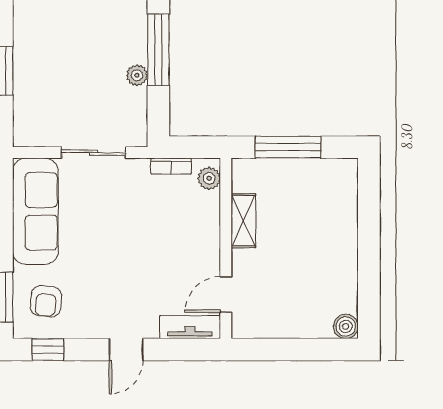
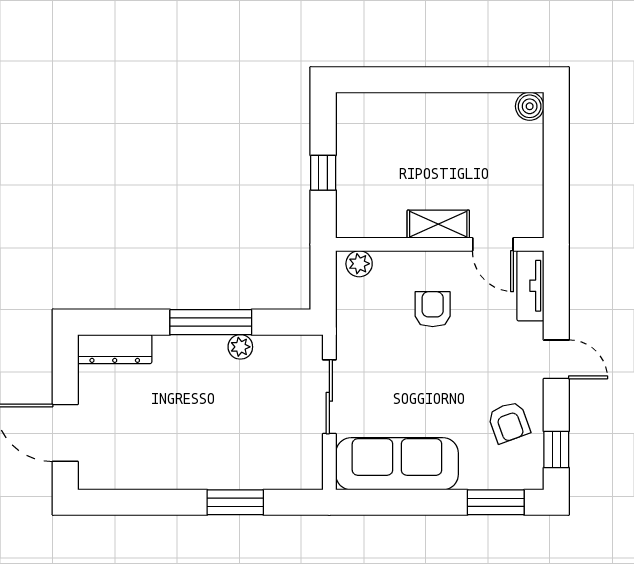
window: (288, 147) -> (323, 173), width x0.46
bookcase: (171, 166) -> (345, 307), removed
shelving: (243, 221) -> (438, 224), moved
armchair: (170, 242) -> (433, 309), added
armchair: (46, 301) -> (509, 422), moved, turned 65

